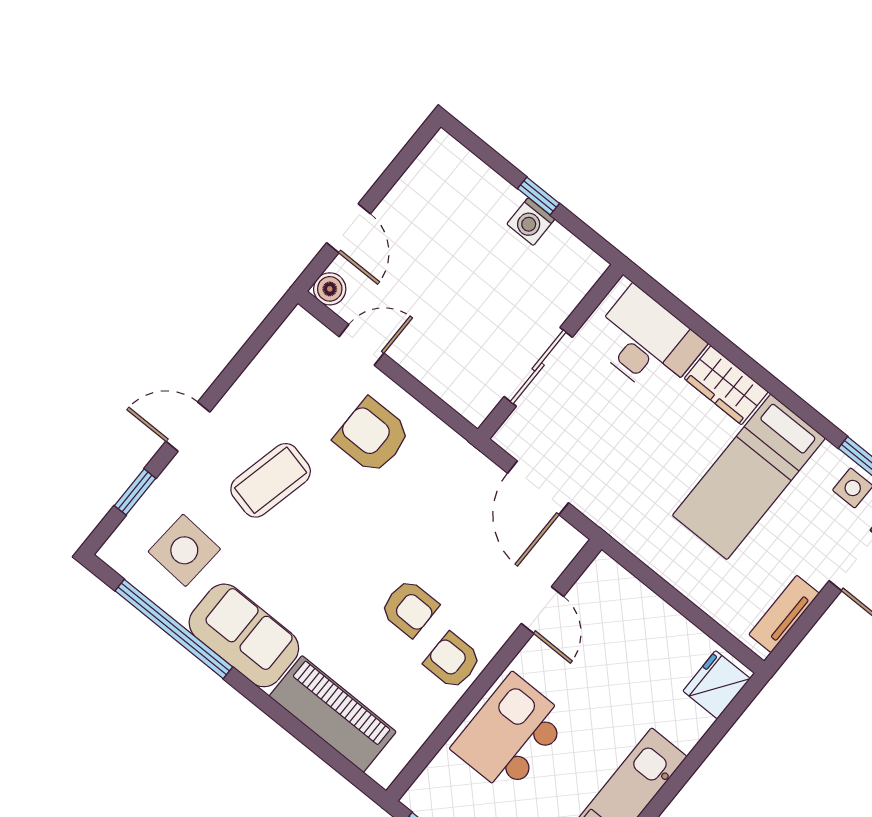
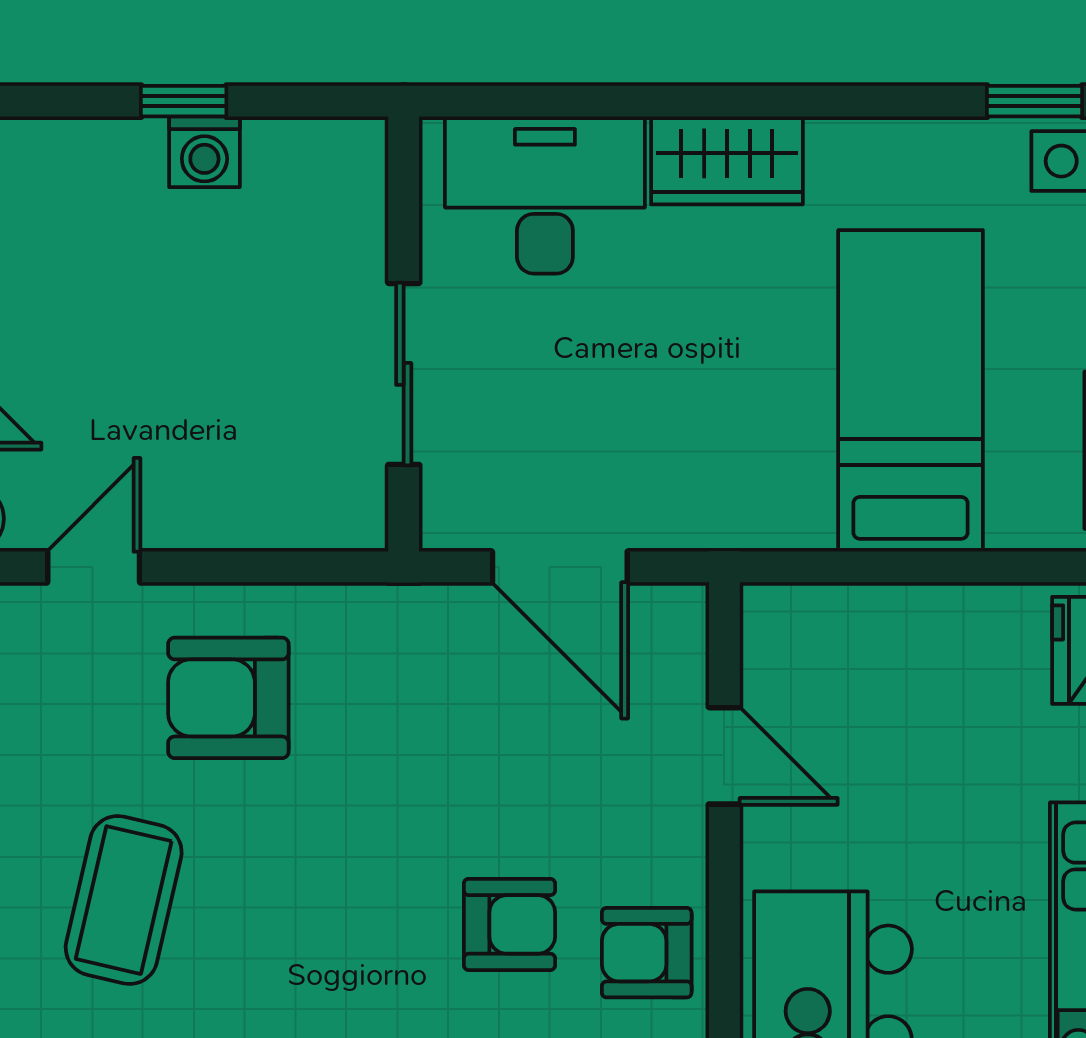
bed: (749, 477) -> (911, 391), moved, turned 180

